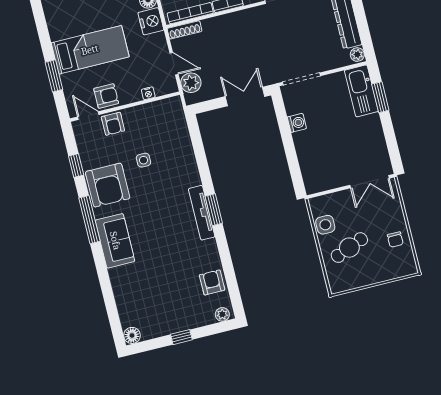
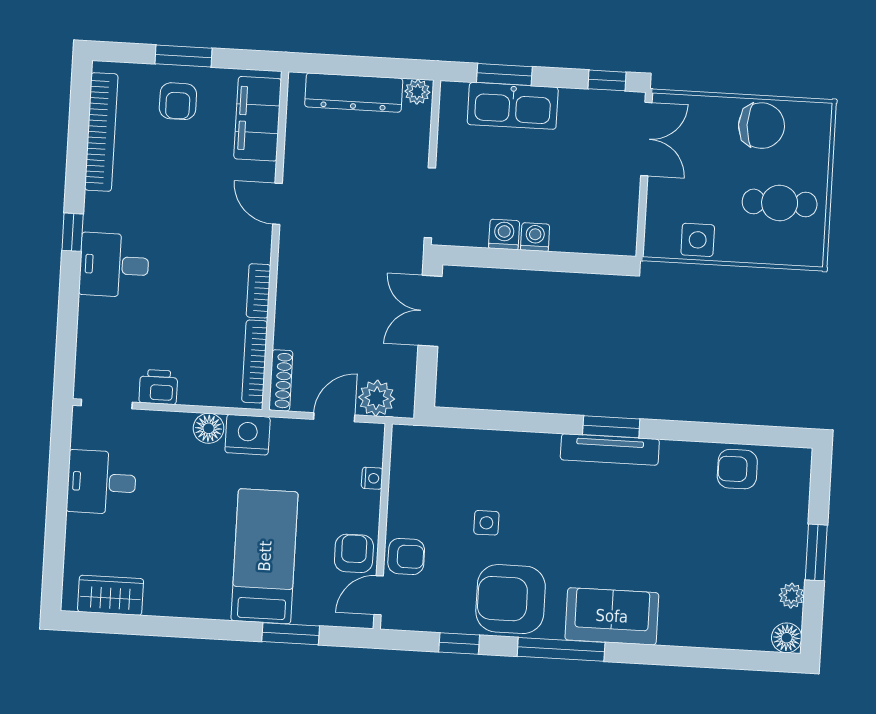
kitchen sink: (361, 91) -> (513, 106), moved
washing machine: (300, 139) -> (535, 237), added
window: (394, 152) -> (607, 80), added
armchair: (108, 185) -> (511, 599), turned 180
chair: (395, 240) -> (761, 126), width x1.87, depth x1.87
cafe table: (349, 248) -> (780, 203), moved, turned -68
plant: (222, 314) -> (791, 596), moved
window: (181, 337) -> (816, 552), width x1.50

